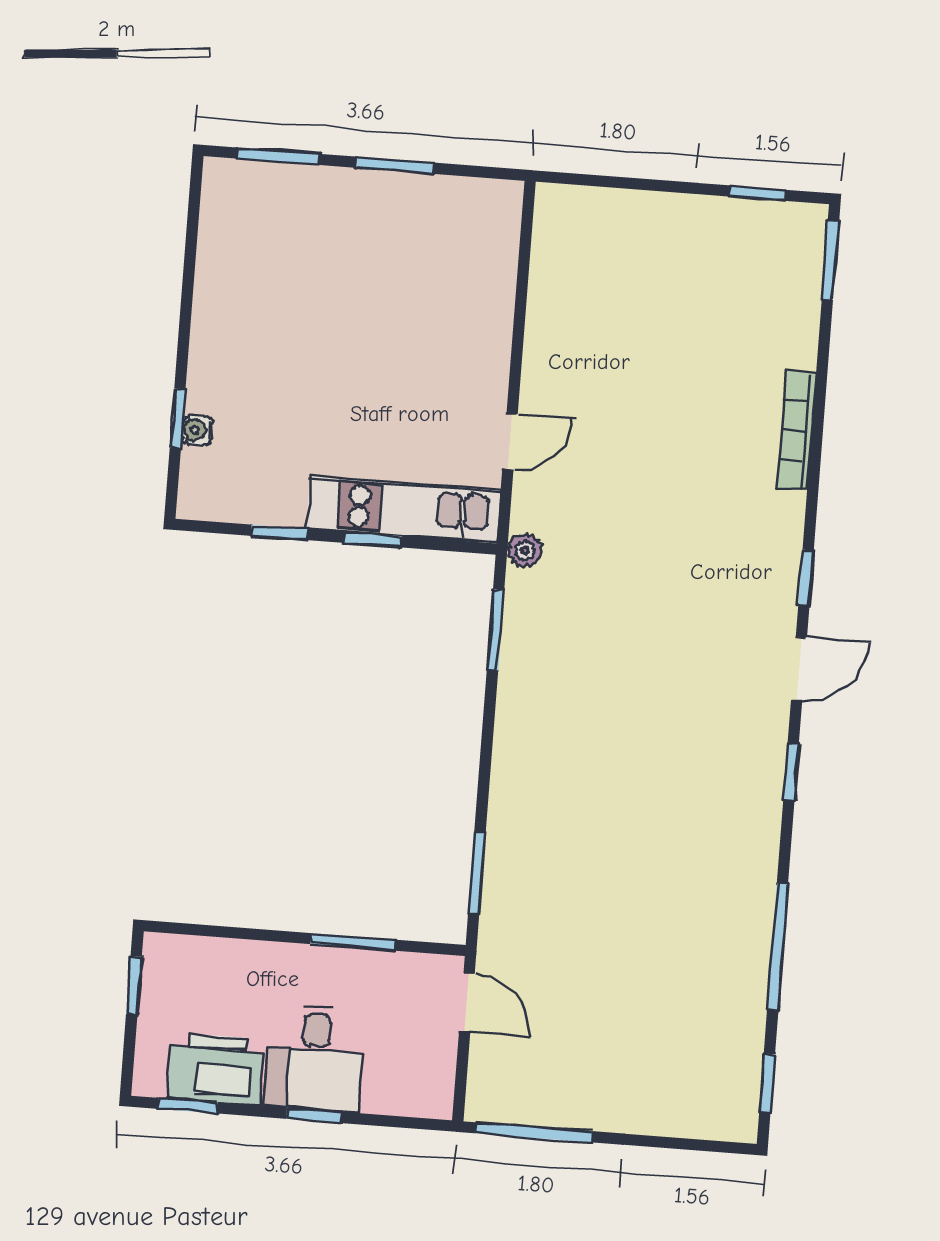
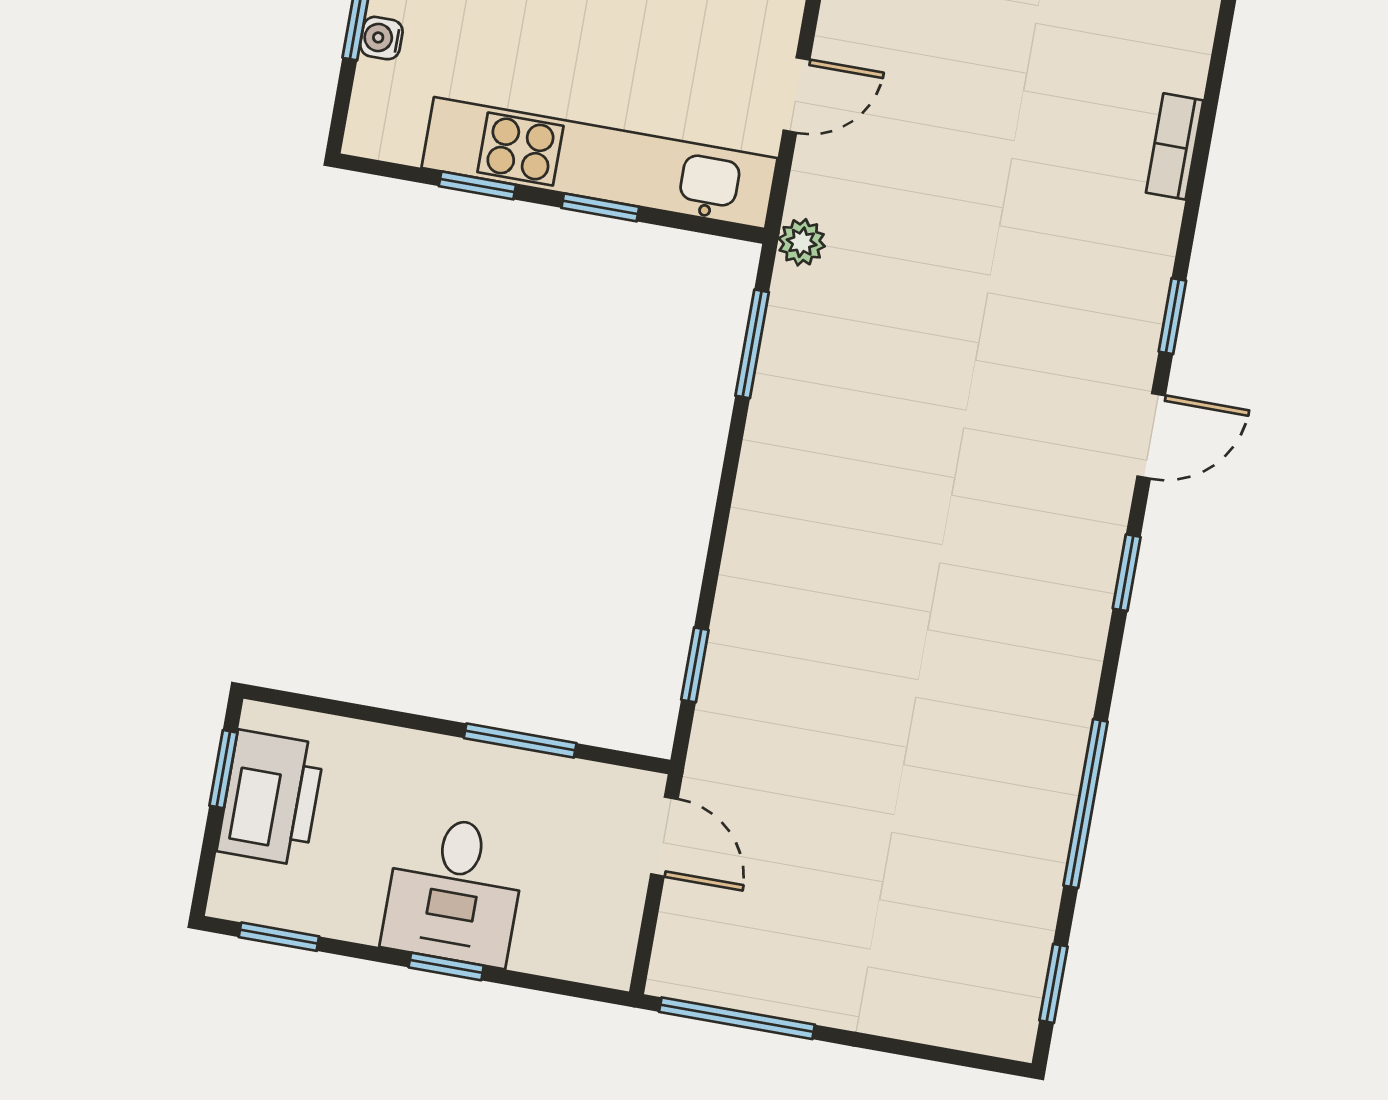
bookcase: (797, 430) -> (1175, 146), width x0.64
kitchen unit: (403, 509) -> (599, 163), width x1.36
window: (477, 873) -> (695, 665), width x0.67
printer: (216, 1069) -> (271, 798), moved, turned 90

